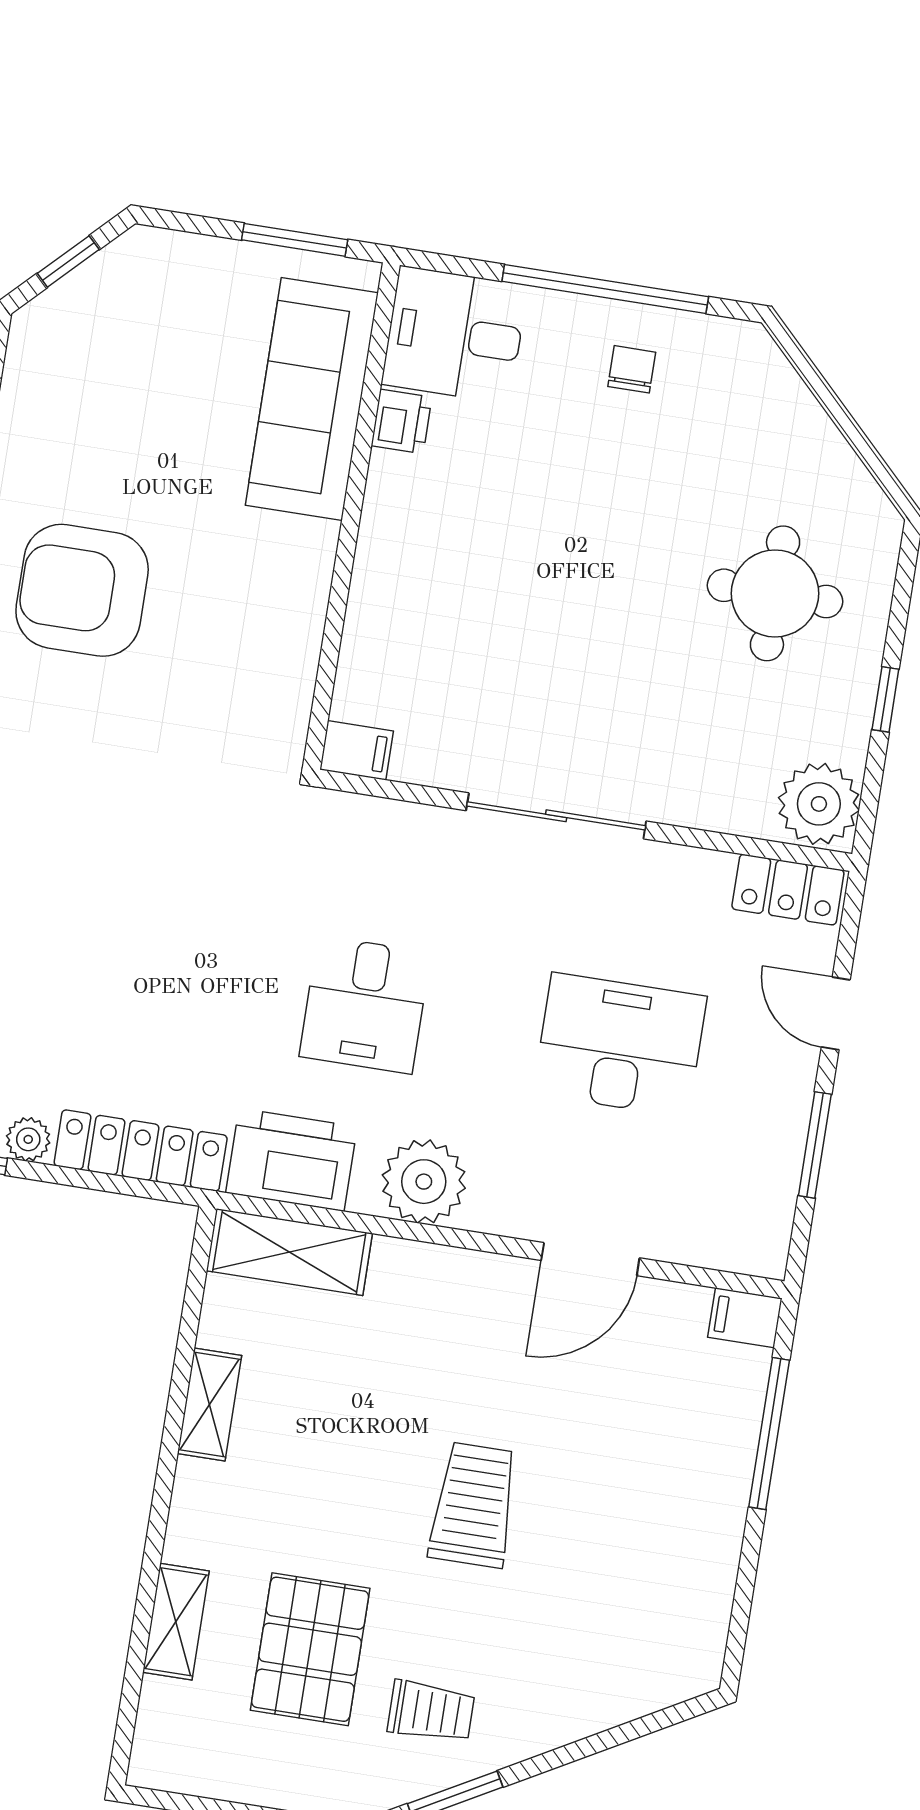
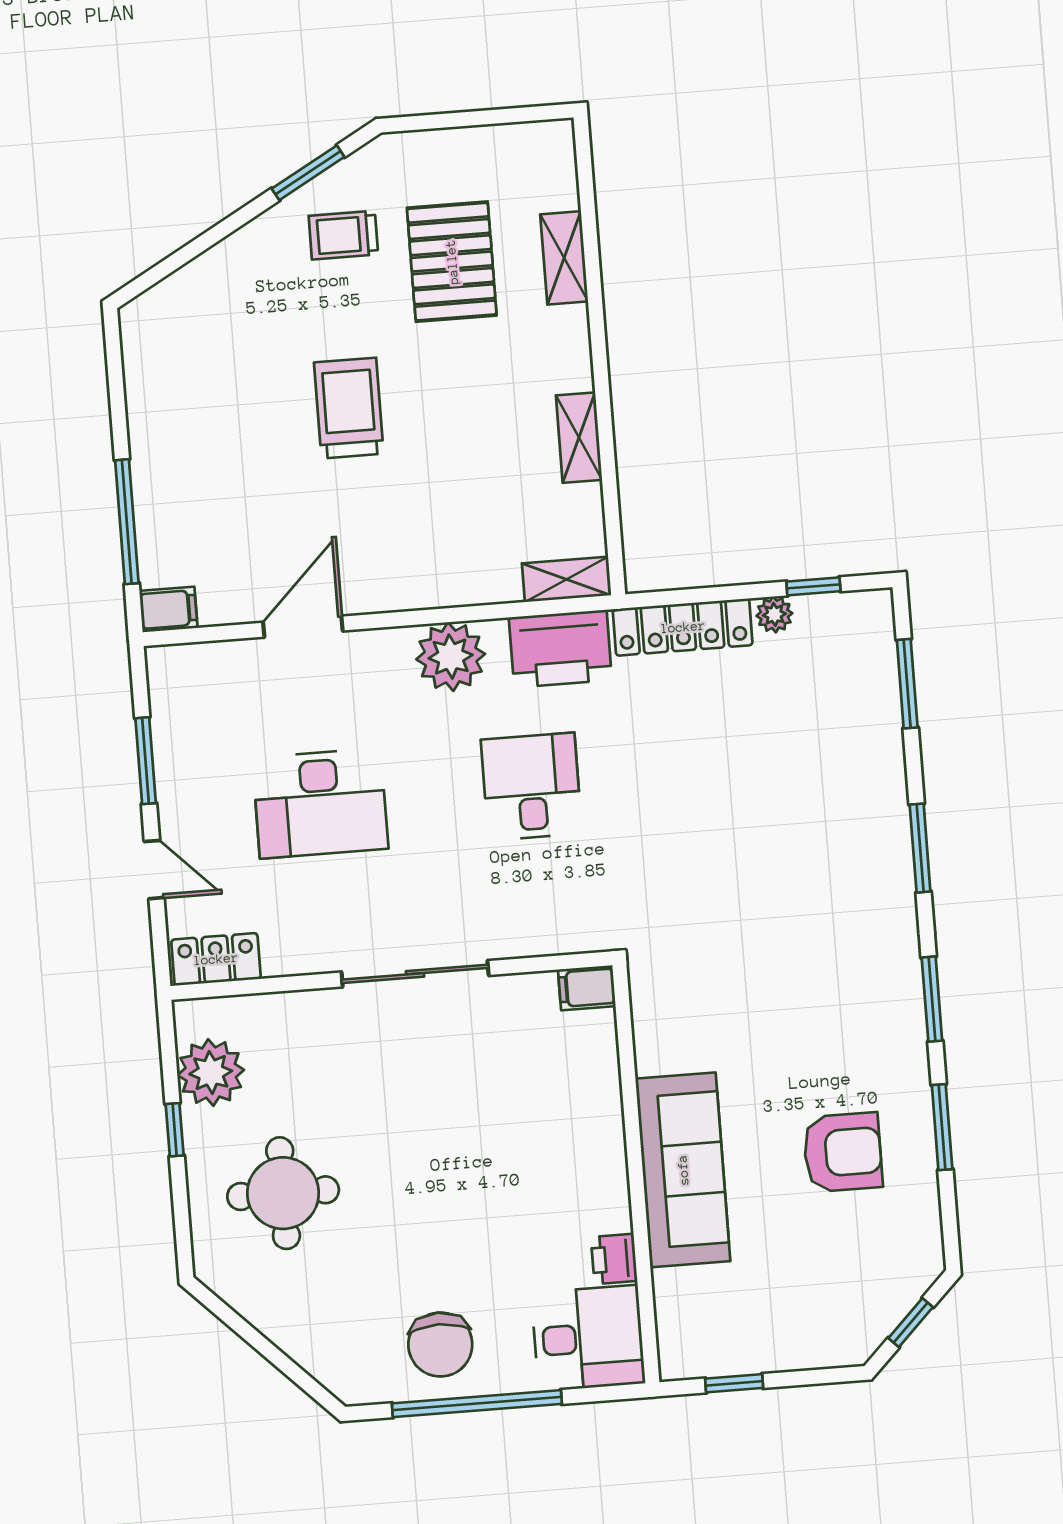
window: (295, 240) -> (734, 1383), width x0.67
chair: (632, 369) -> (440, 1345), width x1.87, depth x1.87
sofa: (312, 399) -> (683, 1170), moved
armchair: (82, 590) -> (843, 1152), moved, width x0.73, depth x0.73
plant: (819, 804) -> (211, 1072), moved
shelving: (289, 1252) -> (567, 579), width x0.67, depth x0.75
trolley: (474, 1505) -> (349, 408), turned 180

